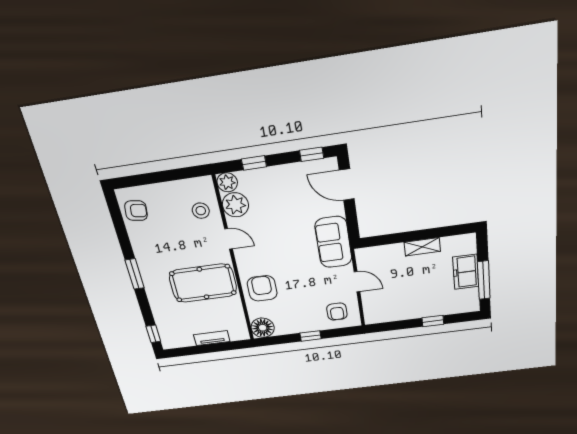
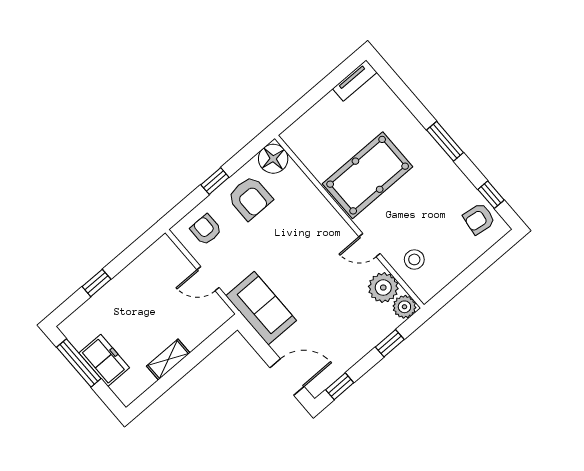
armchair: (262, 288) -> (250, 198), moved
window: (153, 334) -> (491, 195), moved
tv unit: (212, 338) -> (355, 80), moved

